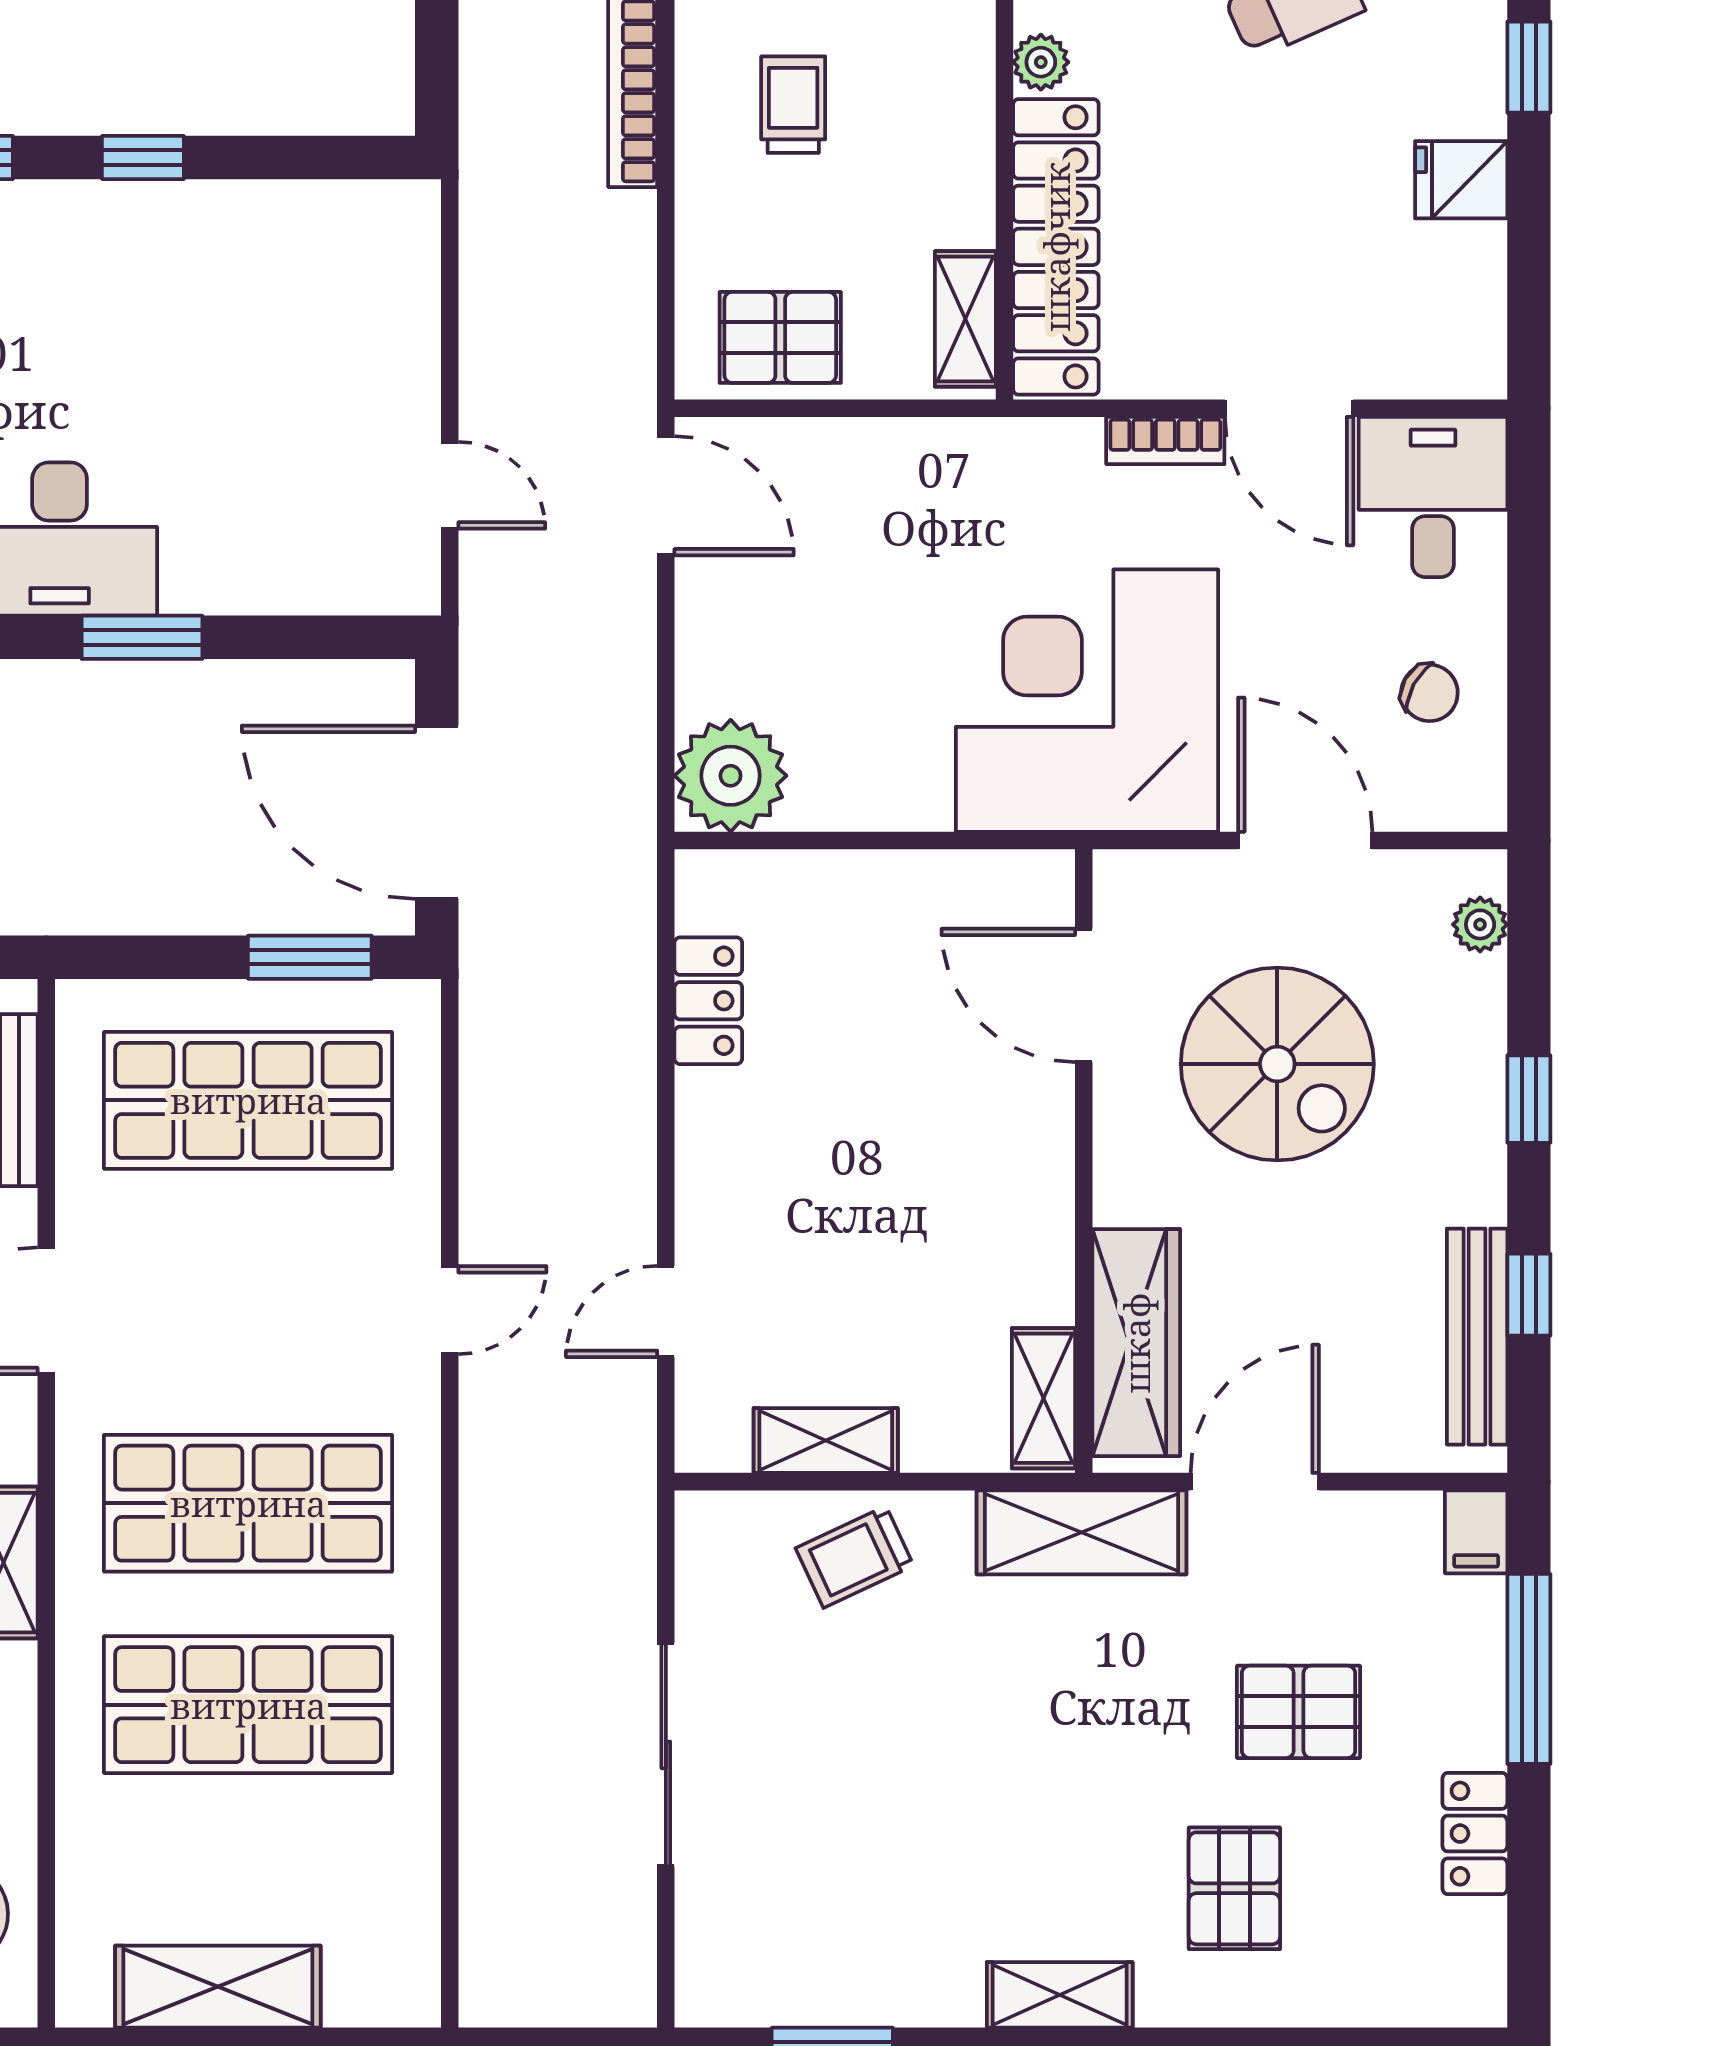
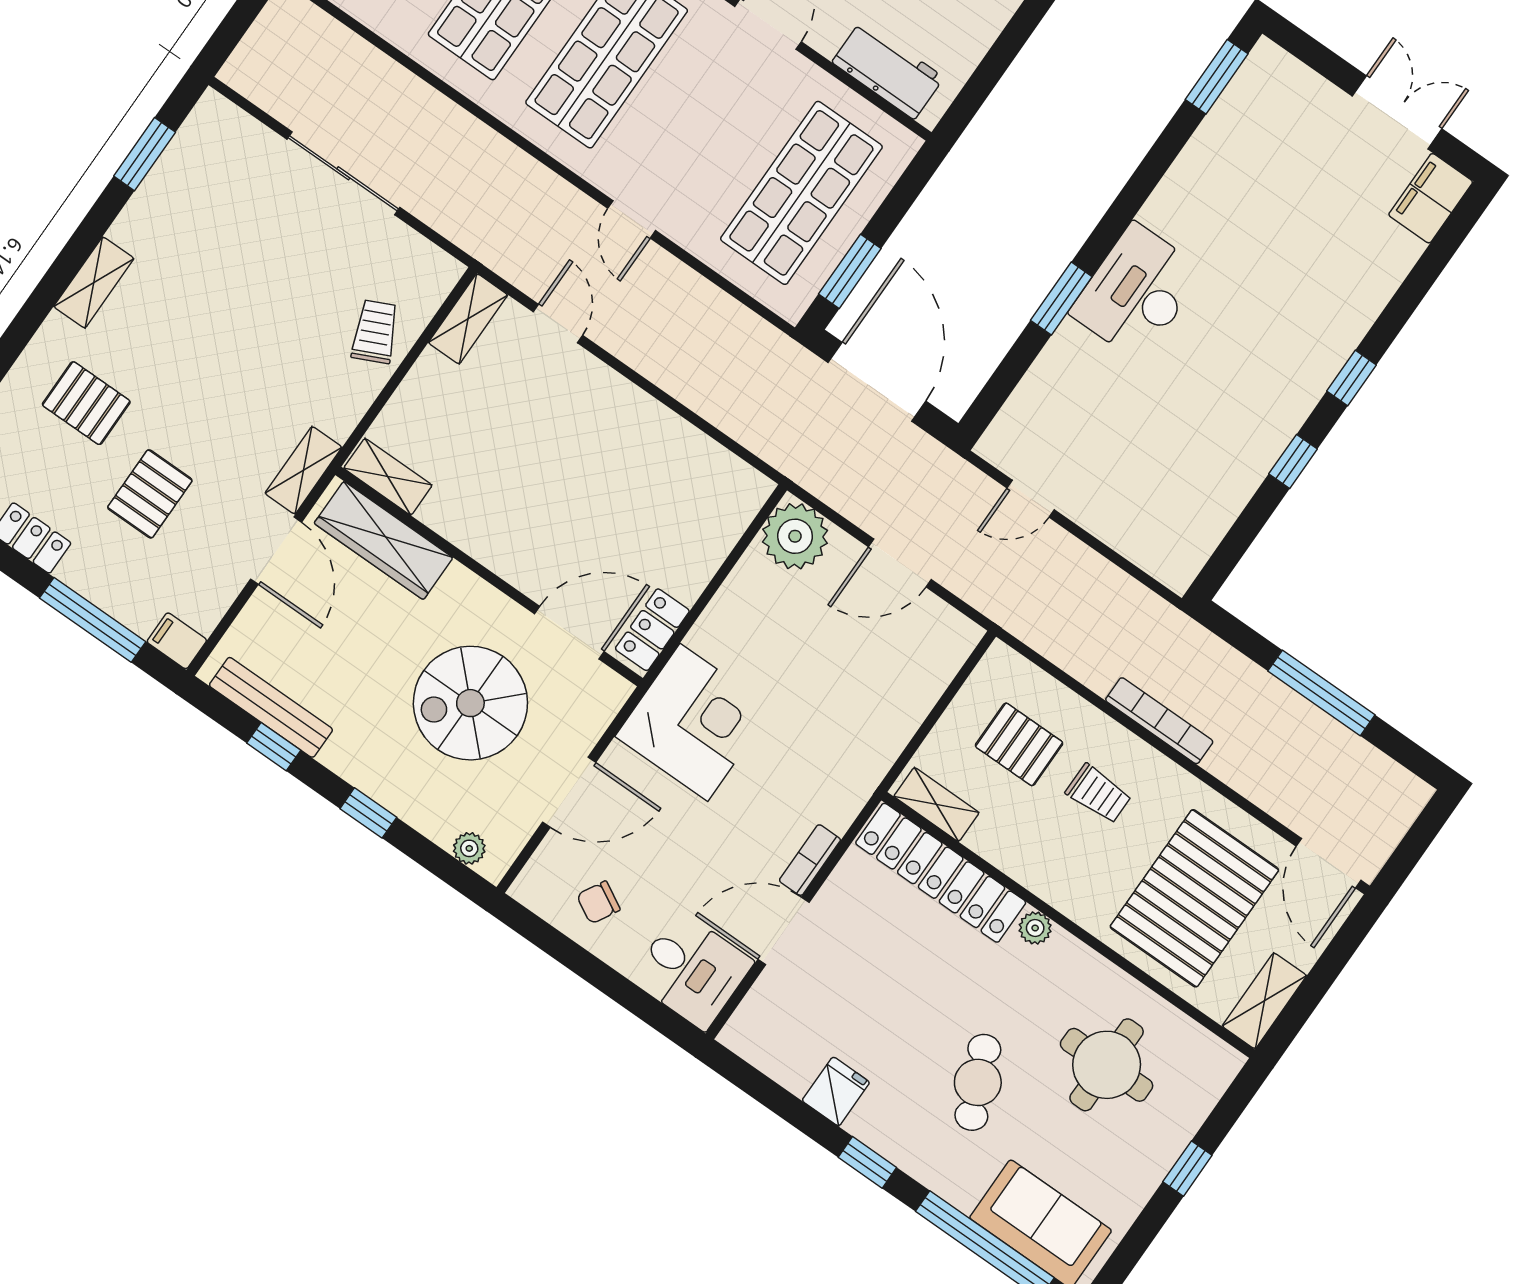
pallet: (780, 337) -> (1019, 744), moved, turned 90
door: (666, 496) -> (900, 563), moved
corner desk: (1087, 701) -> (694, 722), width x0.74, depth x0.74
door: (437, 812) -> (877, 382), hinge flipped
locker: (708, 1001) -> (652, 630), moved, turned 90
shelving: (826, 1441) -> (468, 319), moved
shelving: (1082, 1532) -> (303, 470), width x0.67, depth x0.75

